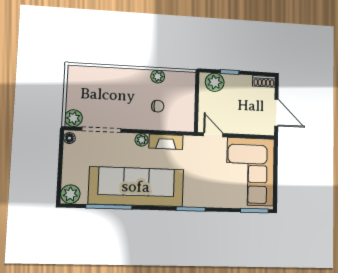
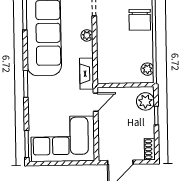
plant: (158, 76) -> (147, 69), moved
chair: (158, 106) -> (140, 20), moved, width x1.87, depth x1.87
fireplace: (166, 142) -> (87, 74), moved

